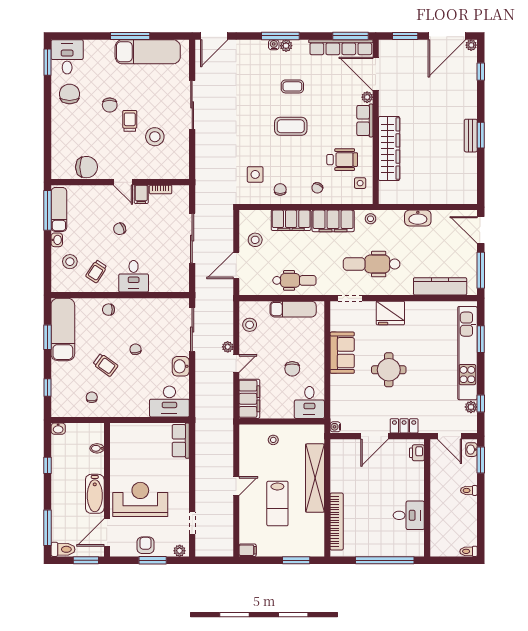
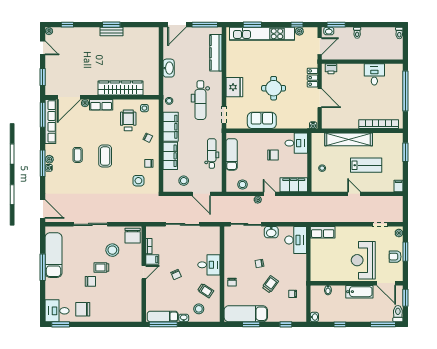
door: (447, 36) -> (43, 48), width x0.53
chair: (87, 167) -> (133, 236), moved, turned 180

